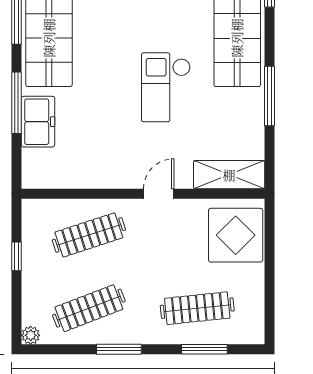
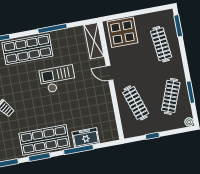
checkout: (166, 87) -> (58, 79), turned 180
clothes rail: (89, 308) -> (171, 96), turned 42
window: (119, 349) -> (191, 92), moved
window: (204, 349) -> (178, 26), moved

